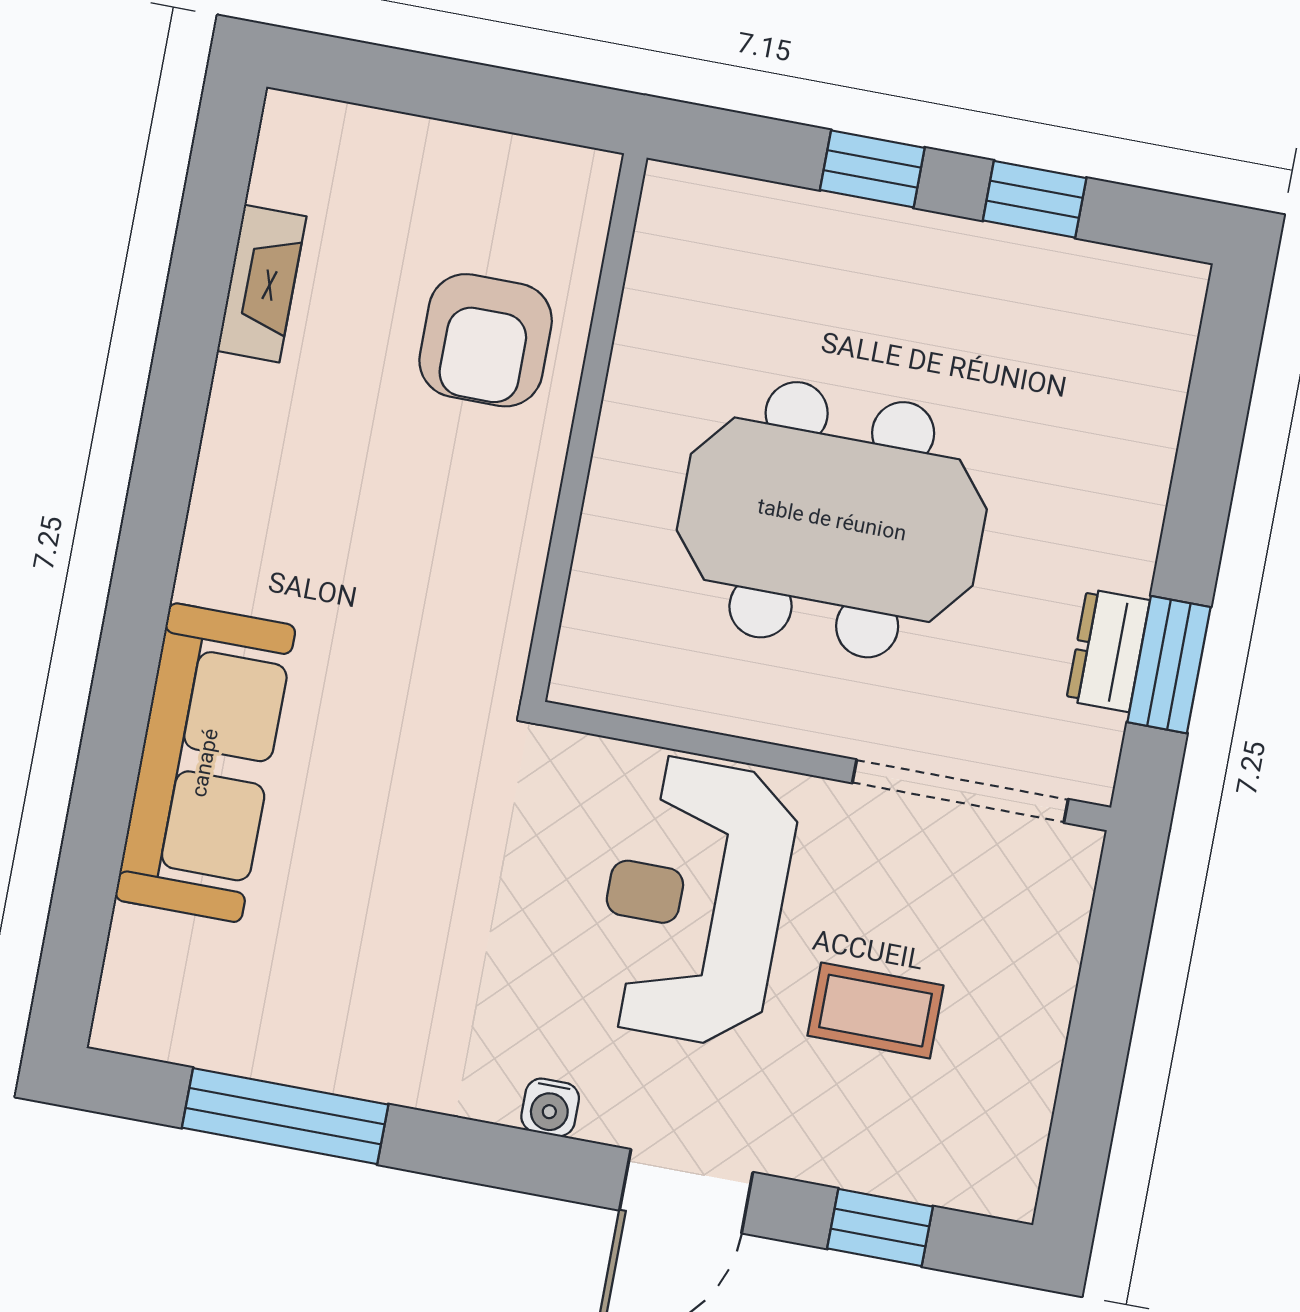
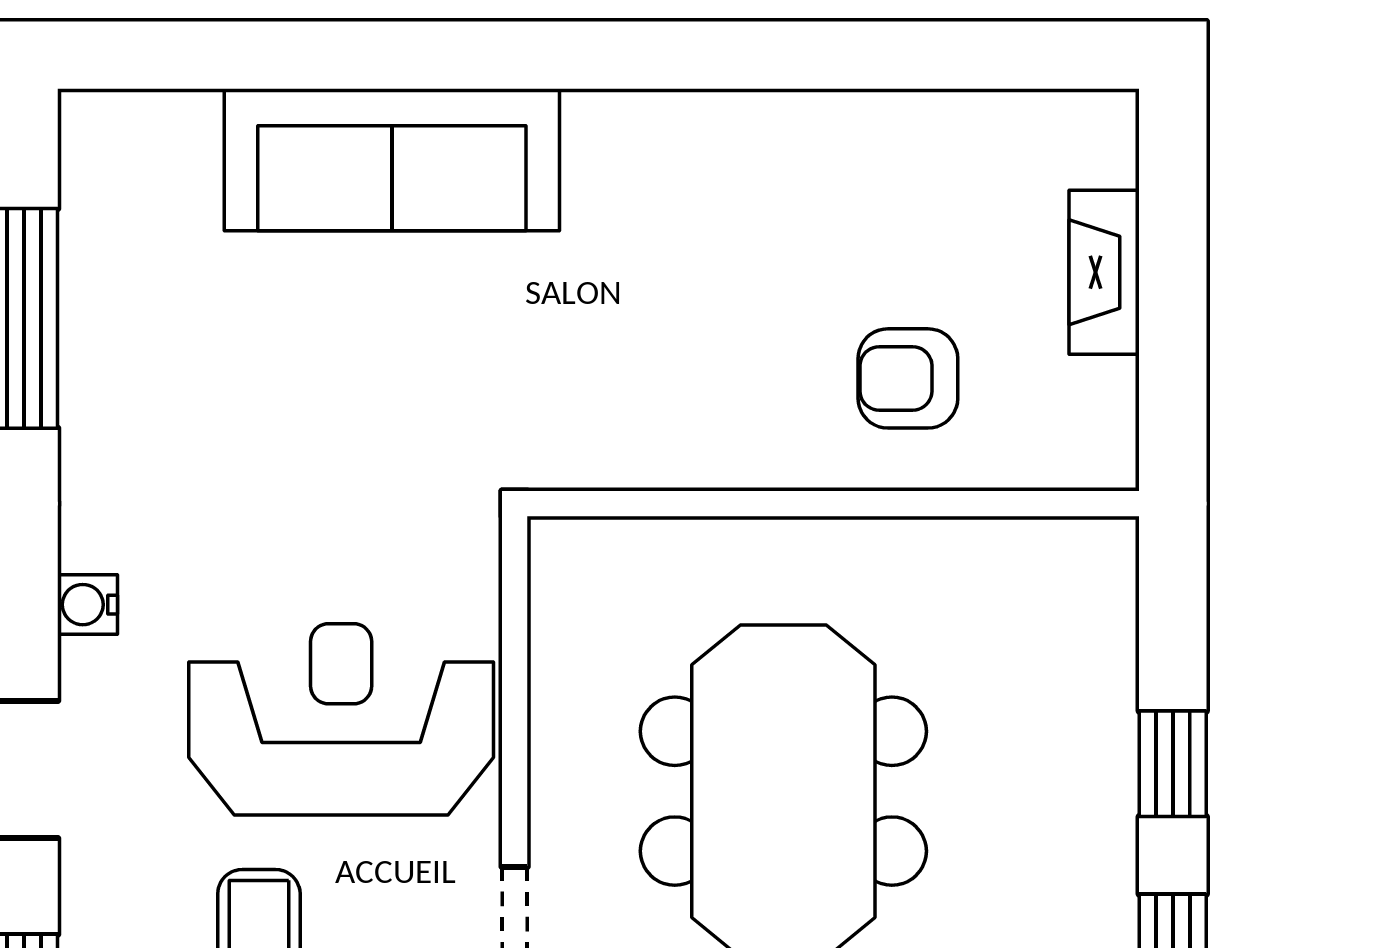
fireplace: (262, 284) -> (1104, 272), moved, turned 90
armchair: (486, 340) -> (908, 378), width x0.72, depth x0.72

